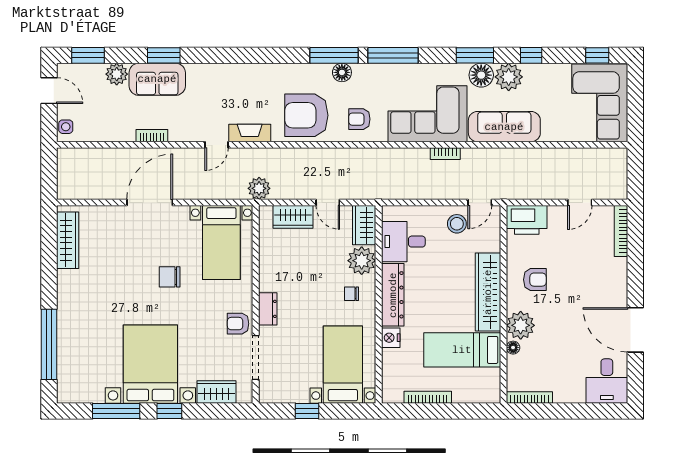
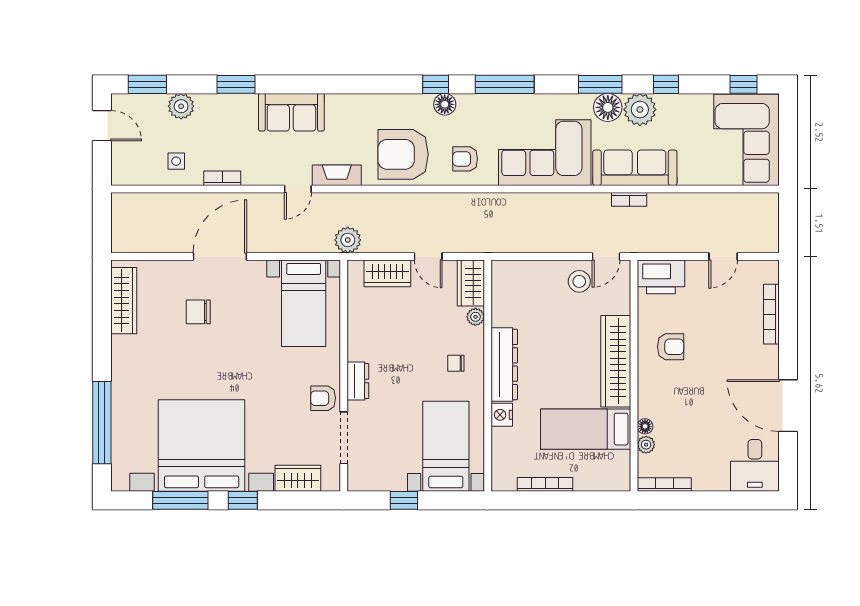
window: (334, 55) -> (436, 84), width x0.46
sofa: (157, 79) -> (291, 112), moved
side table: (66, 127) -> (176, 161), moved
bookcase: (445, 154) -> (629, 199), moved
bookcase: (621, 231) -> (771, 314), moved
desk: (403, 242) -> (517, 302), removed
plant: (362, 261) -> (475, 317), width x0.53, depth x0.53
chair: (170, 277) -> (198, 312), moved
plant: (521, 325) -> (646, 445), moved, width x0.53, depth x0.53
bed with nightstands: (150, 364) -> (202, 446), width x1.36

